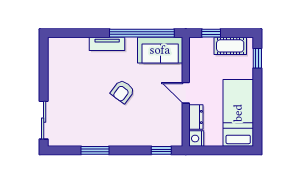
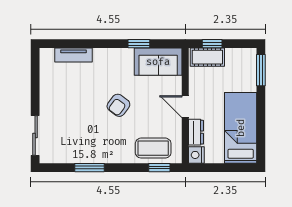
window: (142, 33) -> (139, 44), width x0.32
tv unit: (107, 44) -> (73, 55), moved
cot: (230, 46) -> (207, 57), moved
window: (257, 58) -> (261, 70), width x1.50
coffee table: (155, 132) -> (153, 148), added

